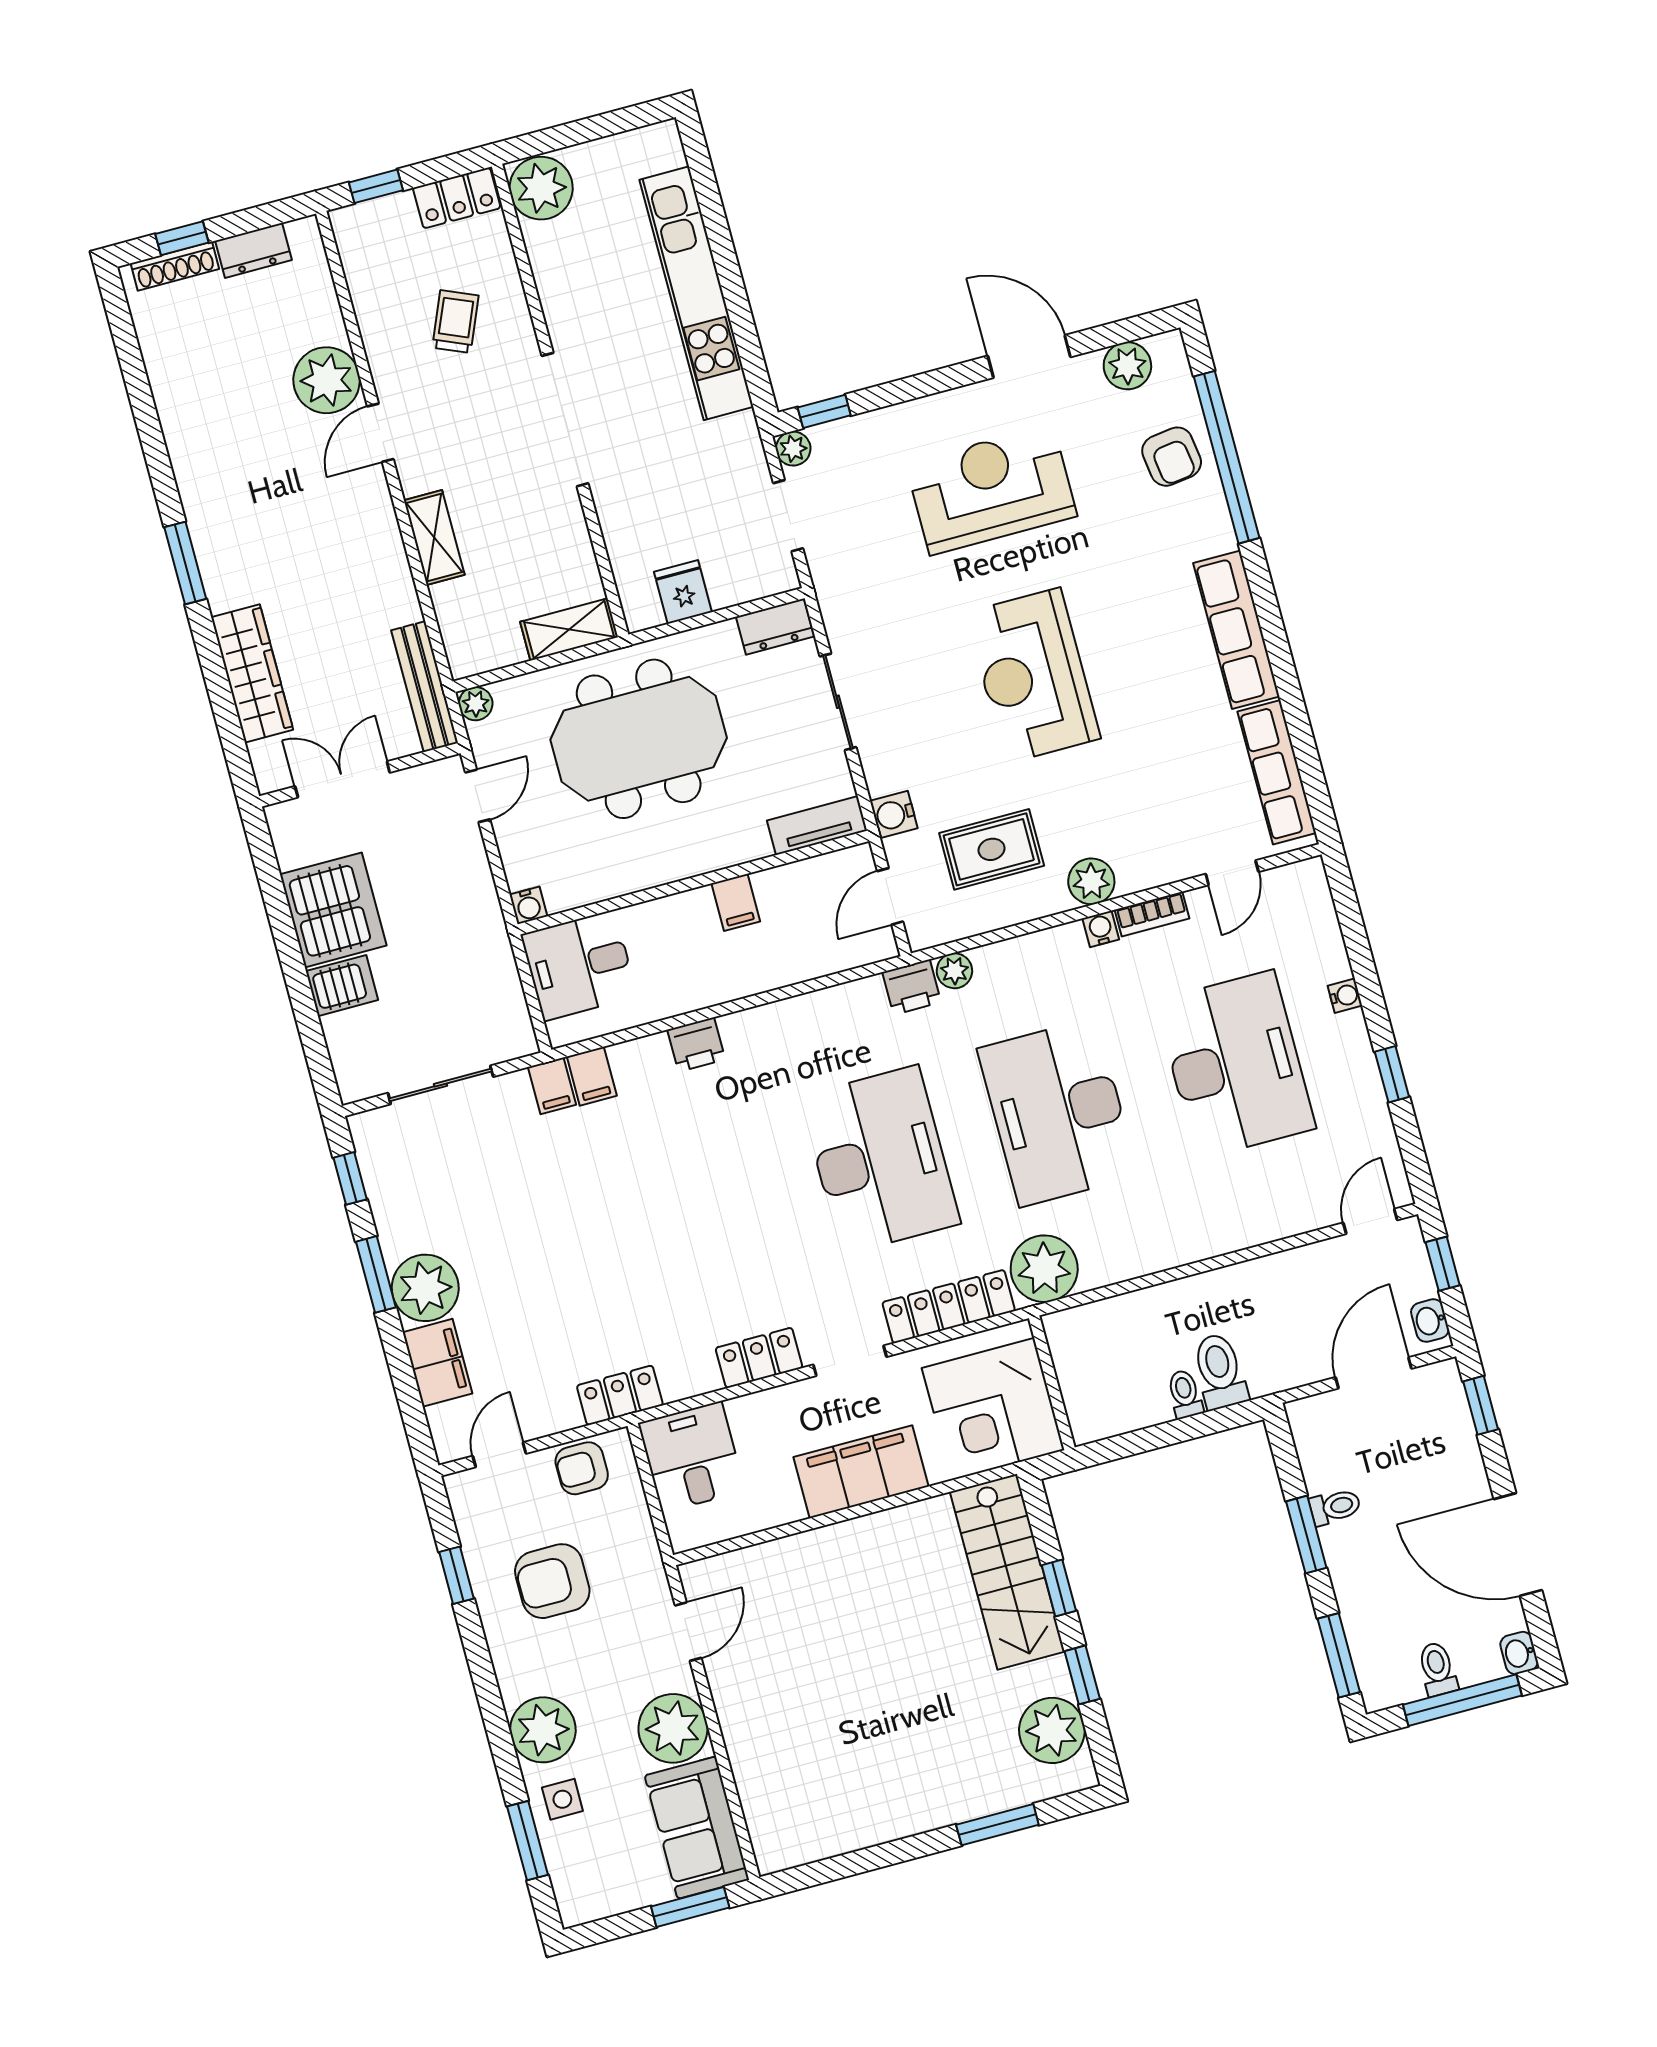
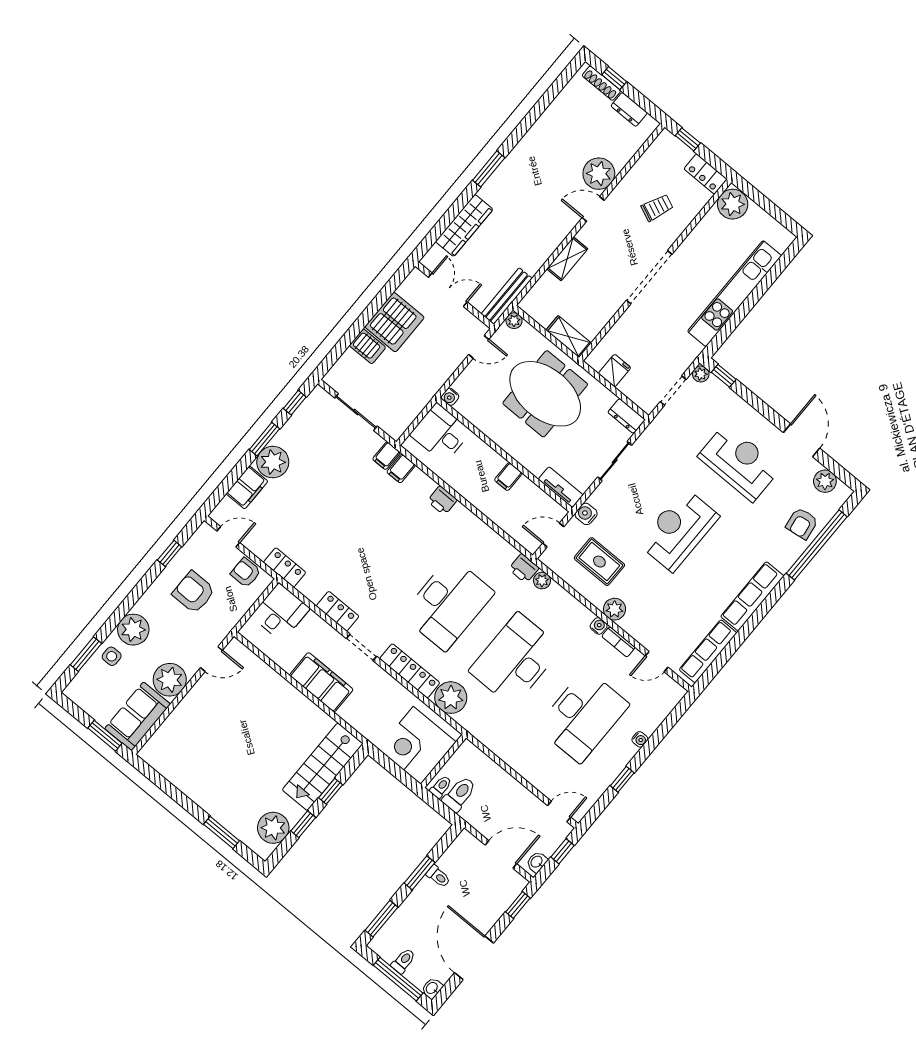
wall: (1052, 1383) -> (443, 761), moved
corner desk: (993, 1409) -> (417, 745), moved

